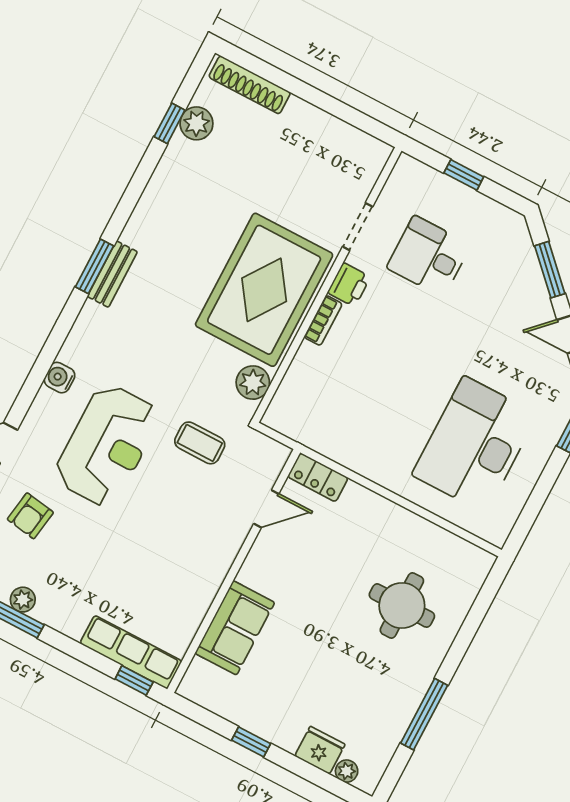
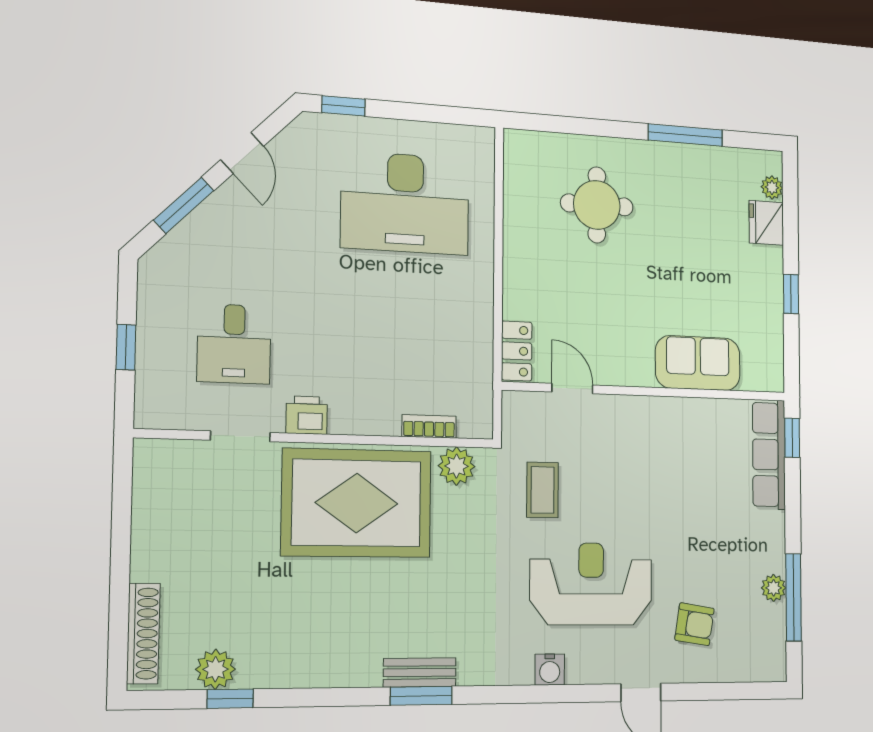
bookcase: (323, 320) -> (429, 426), moved

